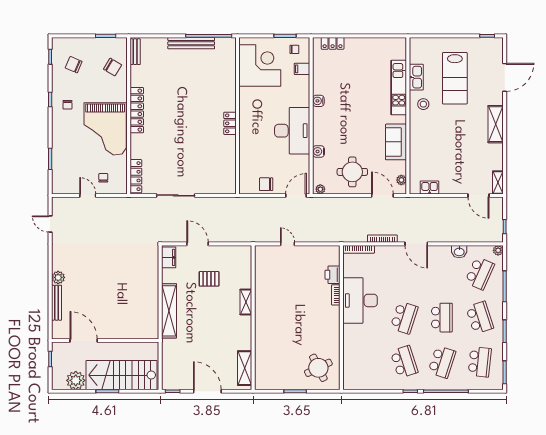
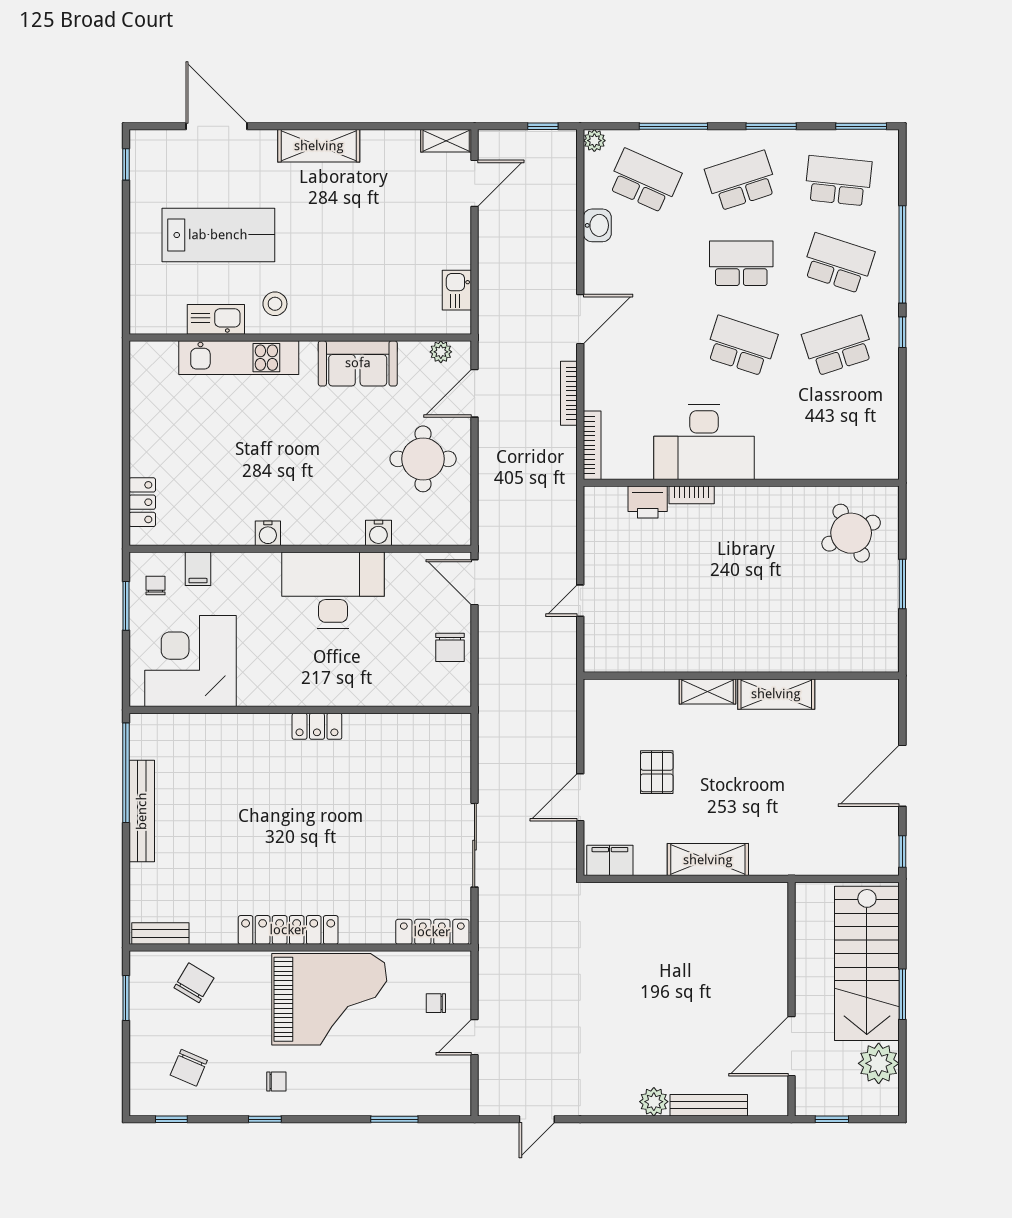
plant: (320, 189) -> (461, 529), removed
shelving: (169, 311) -> (708, 860), width x0.68
shelving: (245, 368) -> (776, 694), moved

